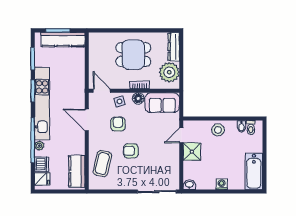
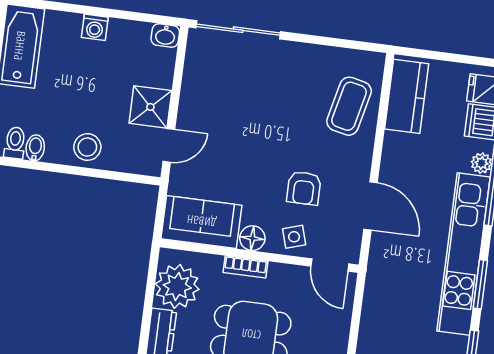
armchair: (131, 151) -> (283, 126), removed

